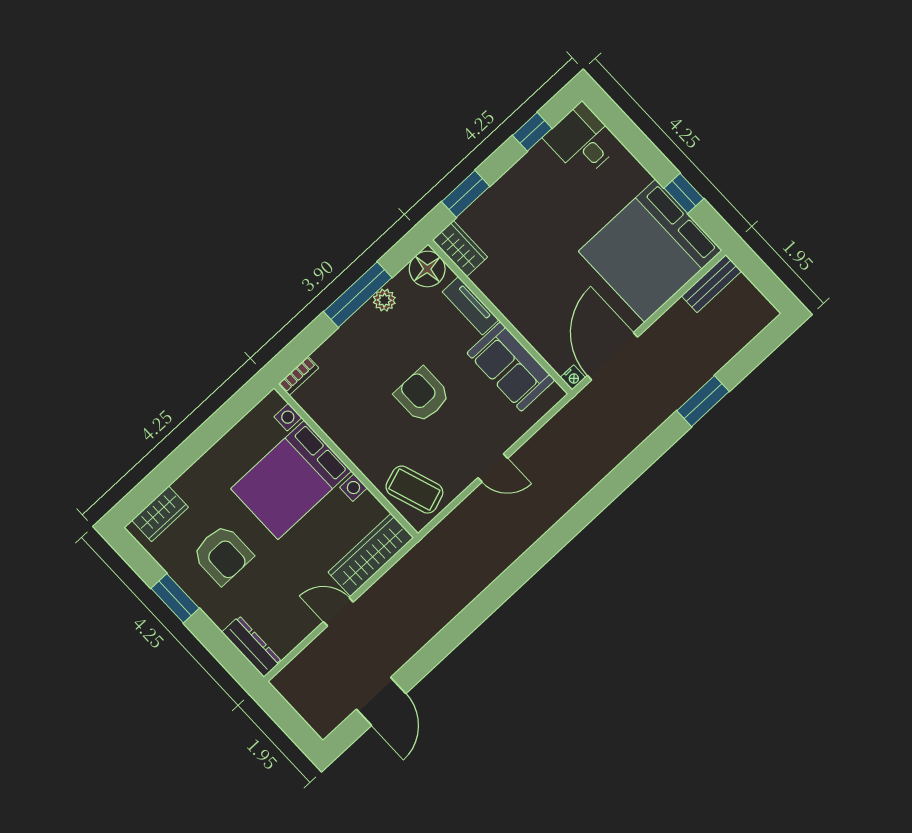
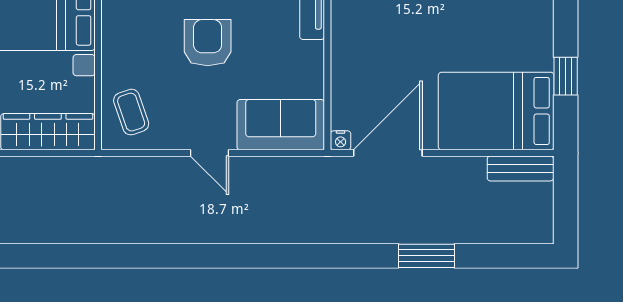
bed: (650, 251) -> (496, 111), width x0.73
sofa: (511, 367) -> (281, 125), moved, turned 90
coffee table: (414, 490) -> (131, 112), width x0.73, depth x0.77

